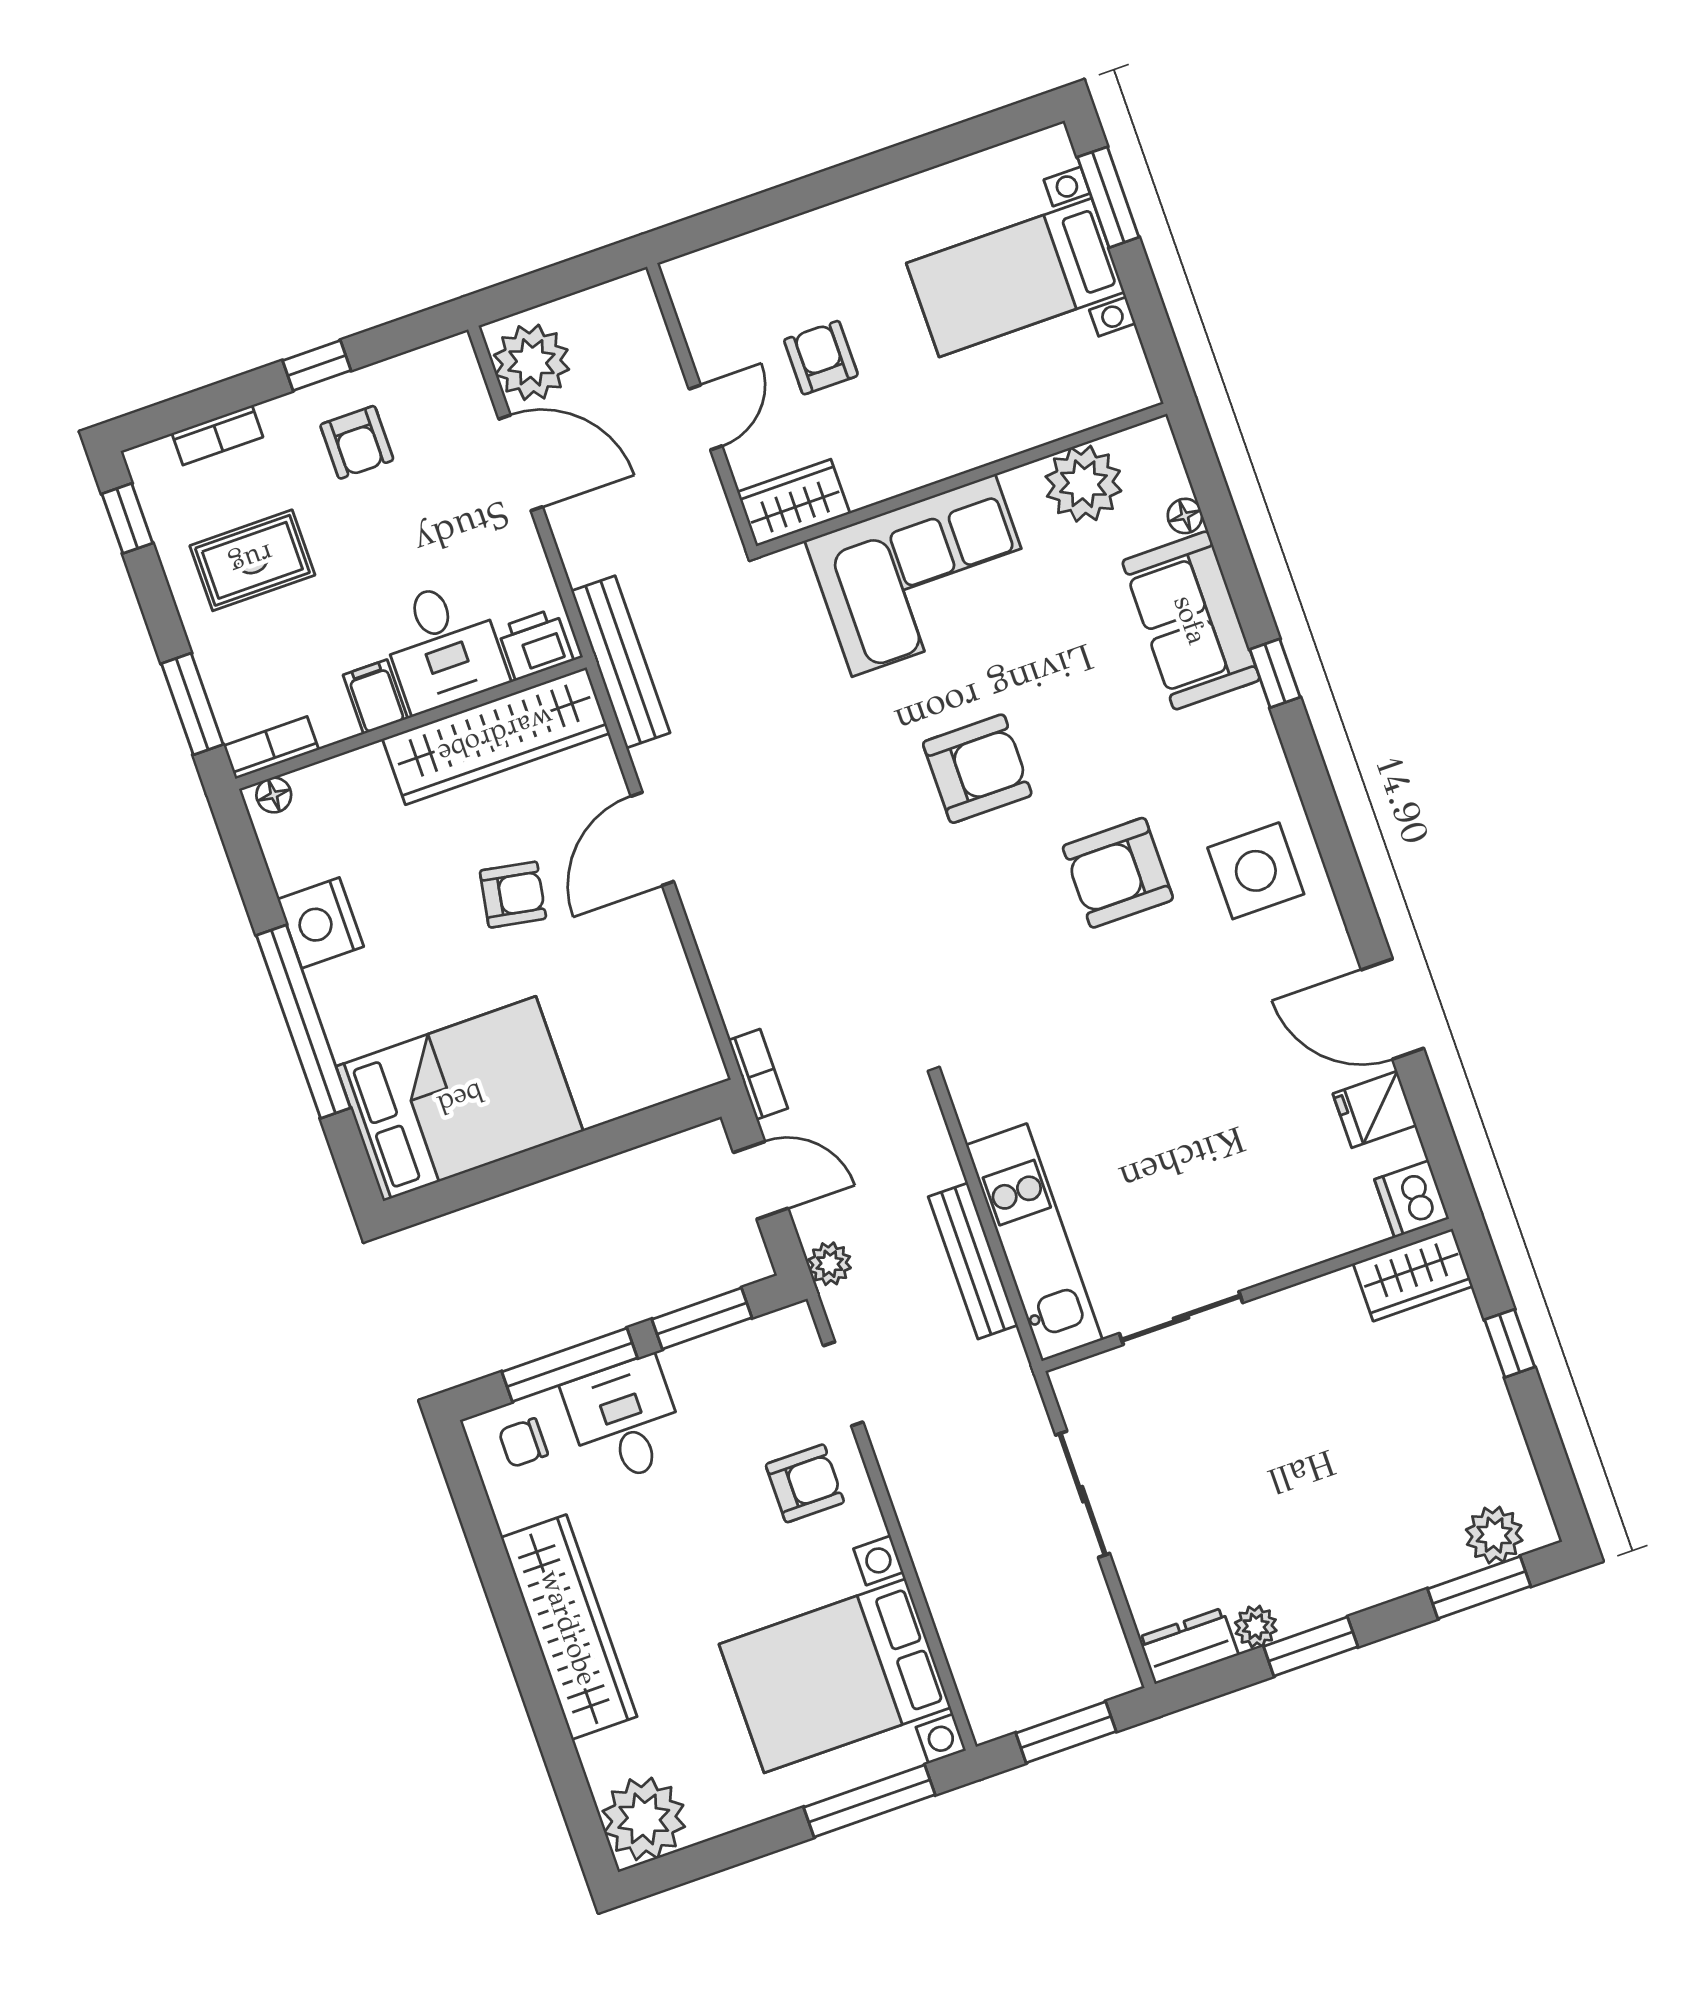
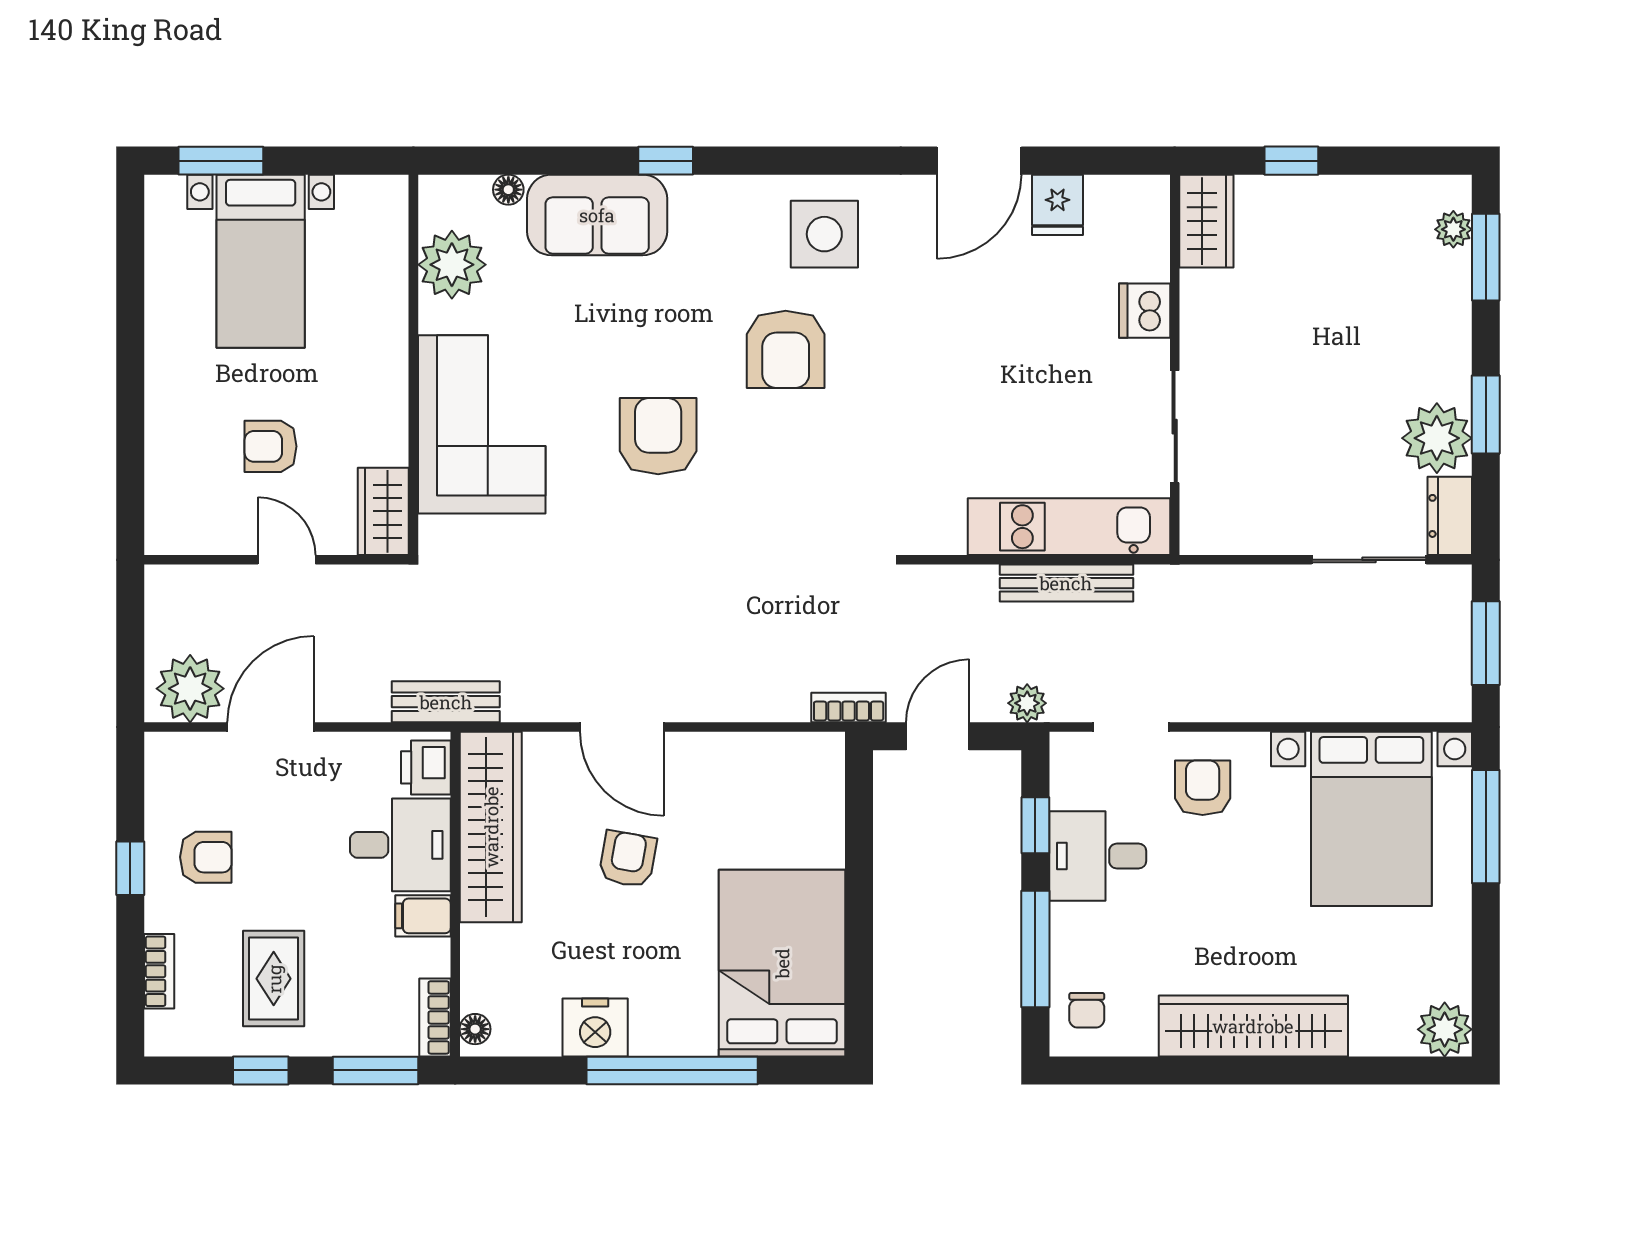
window: (127, 518) -> (261, 1070), moved
bench: (621, 662) -> (446, 702), width x0.73
dishwasher: (1412, 1199) -> (1145, 311), moved, turned 90
window: (702, 1318) -> (1035, 825), width x0.67
desk: (625, 1420) -> (1098, 856), moved
sliding door: (1083, 1494) -> (1369, 560), moved
plant: (1494, 1535) -> (1453, 229), width x0.73, depth x0.73
plant: (1256, 1627) -> (1437, 438), width x1.87, depth x1.87
plant: (644, 1819) -> (1445, 1029), width x0.73, depth x0.73

